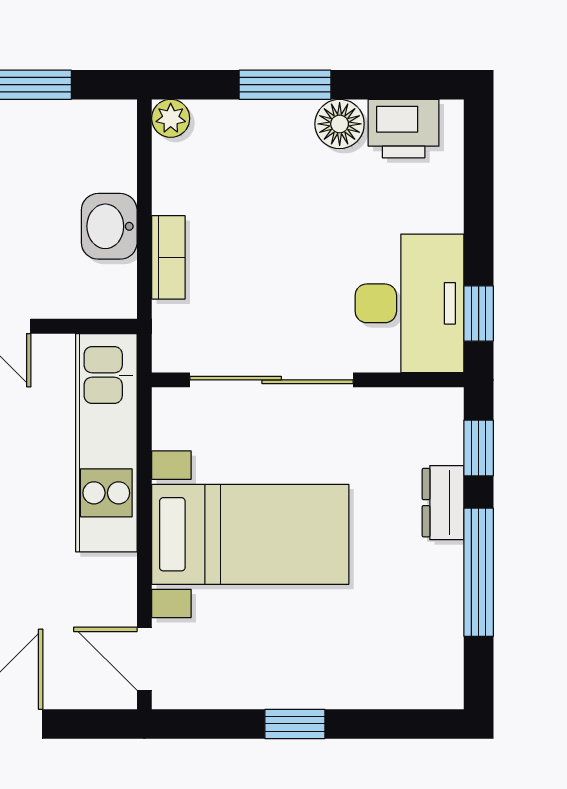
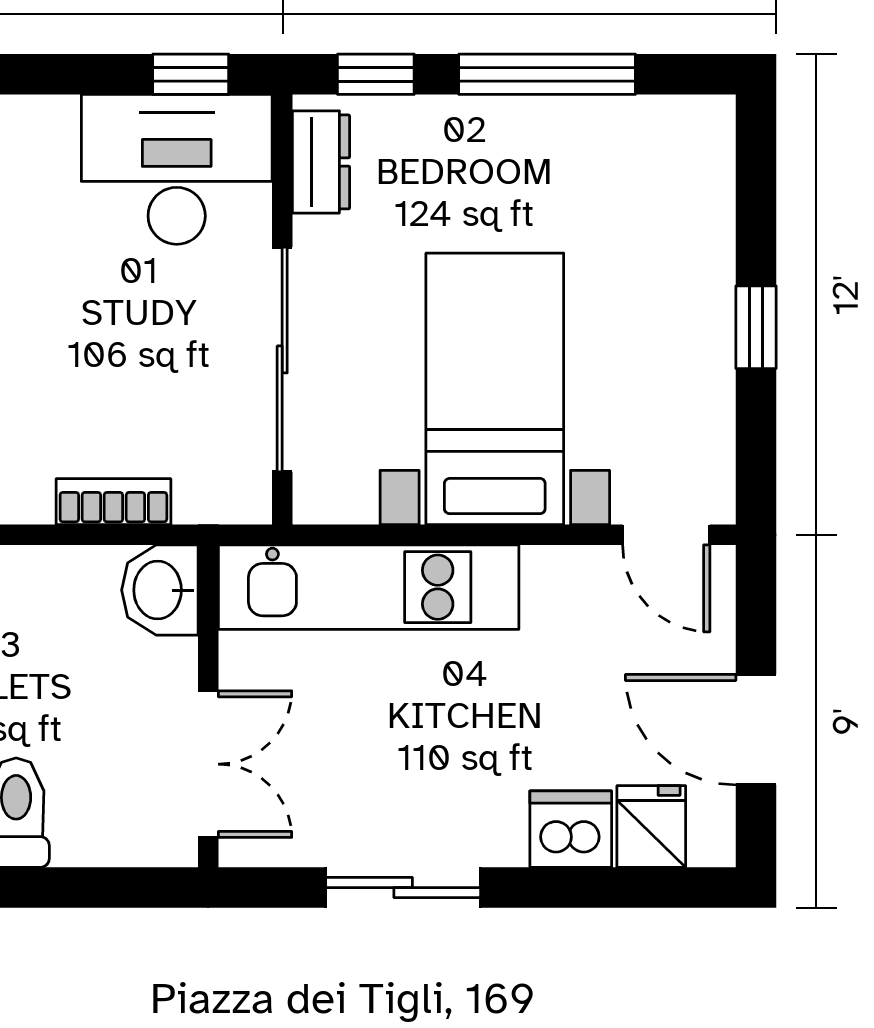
washbasin: (109, 226) -> (160, 590), moved, turned 90
dresser: (443, 503) -> (321, 162), moved, turned -90
door: (144, 659) -> (666, 535), hinge flipped

